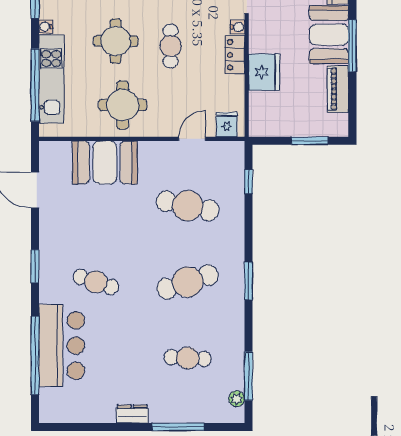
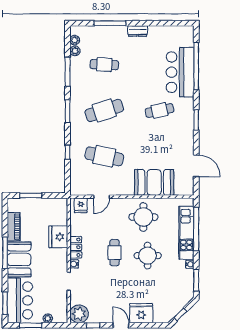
window: (249, 182) -> (68, 152), moved
cafe table: (96, 282) -> (159, 110), turned -30
window: (249, 376) -> (68, 72), moved
plant: (236, 381) -> (75, 51), added

